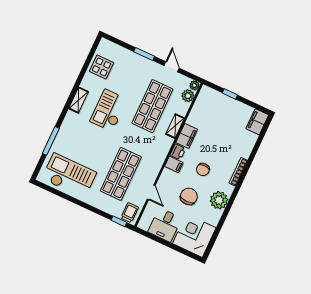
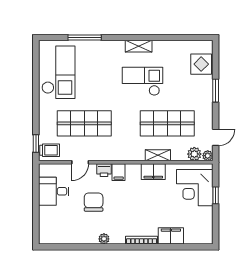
display table: (102, 67) -> (201, 64), moved
door: (172, 67) -> (216, 137), moved
filing cabinet: (257, 122) -> (171, 236), moved
printer: (178, 152) -> (104, 170), moved
chair: (203, 169) -> (127, 204), removed
chair: (189, 196) -> (94, 202), turned -90
plant: (219, 200) -> (104, 239), width x0.53, depth x0.53
corner desk: (194, 236) -> (195, 188), moved, turned 180

